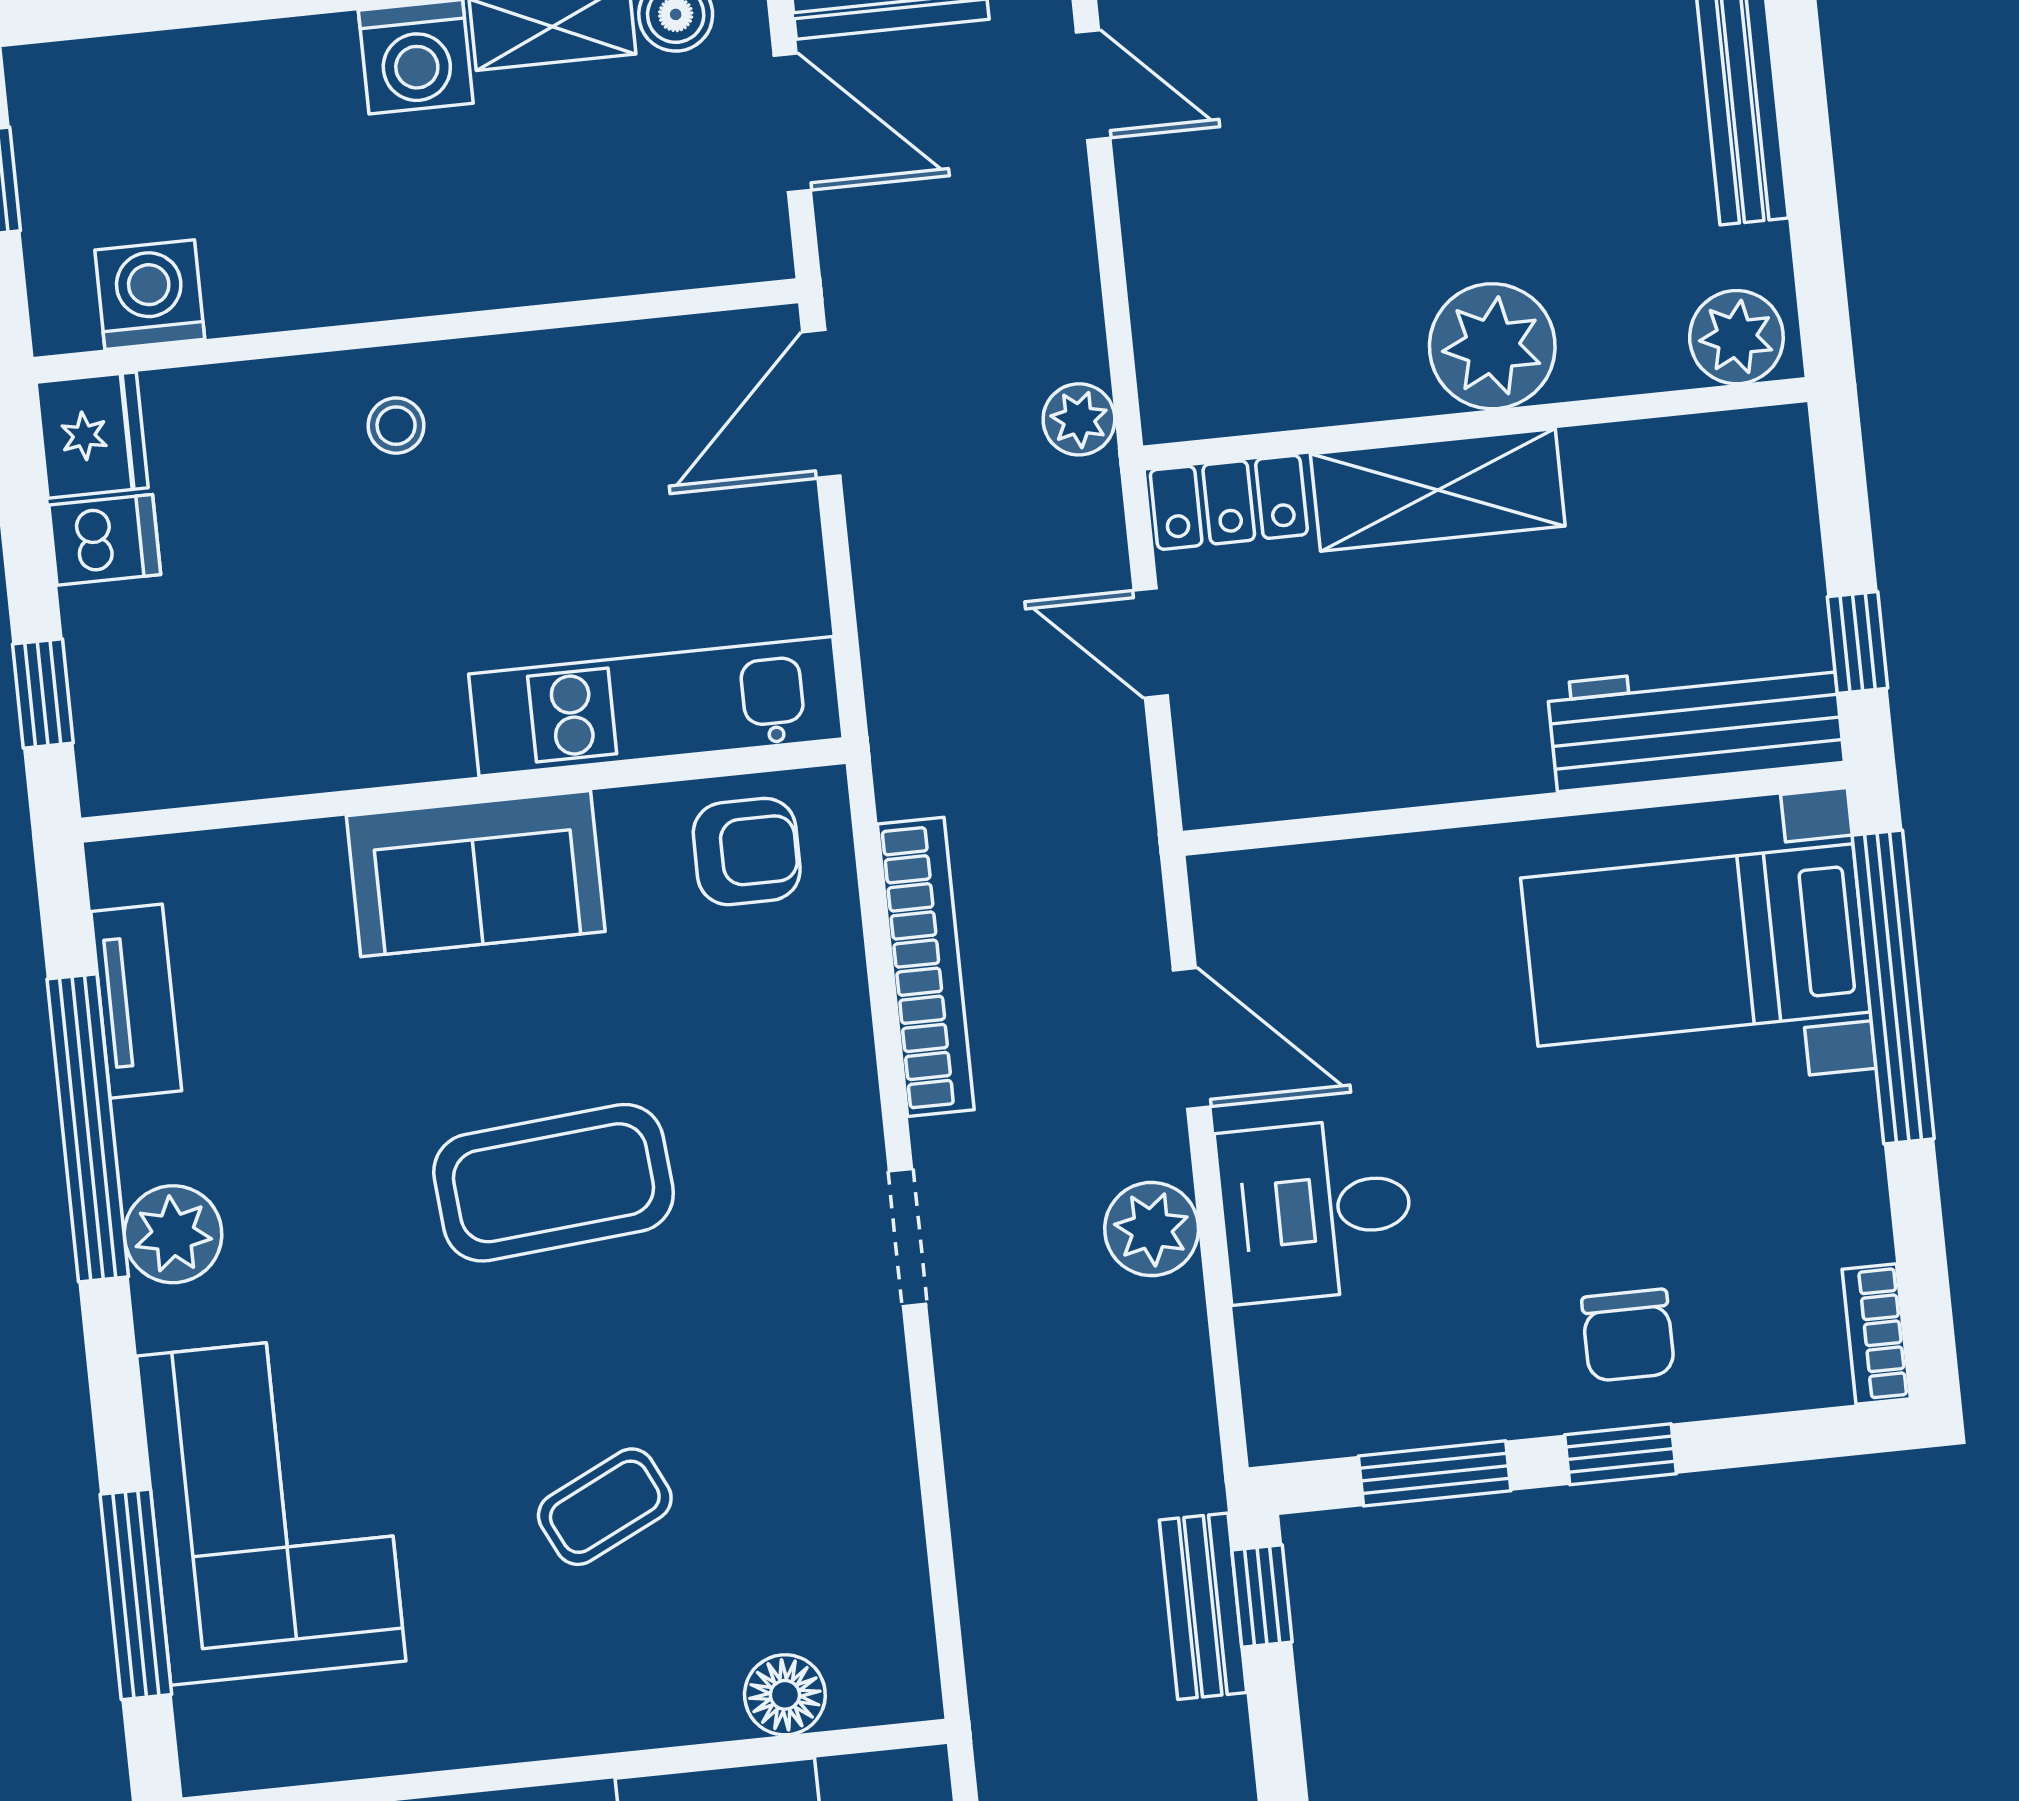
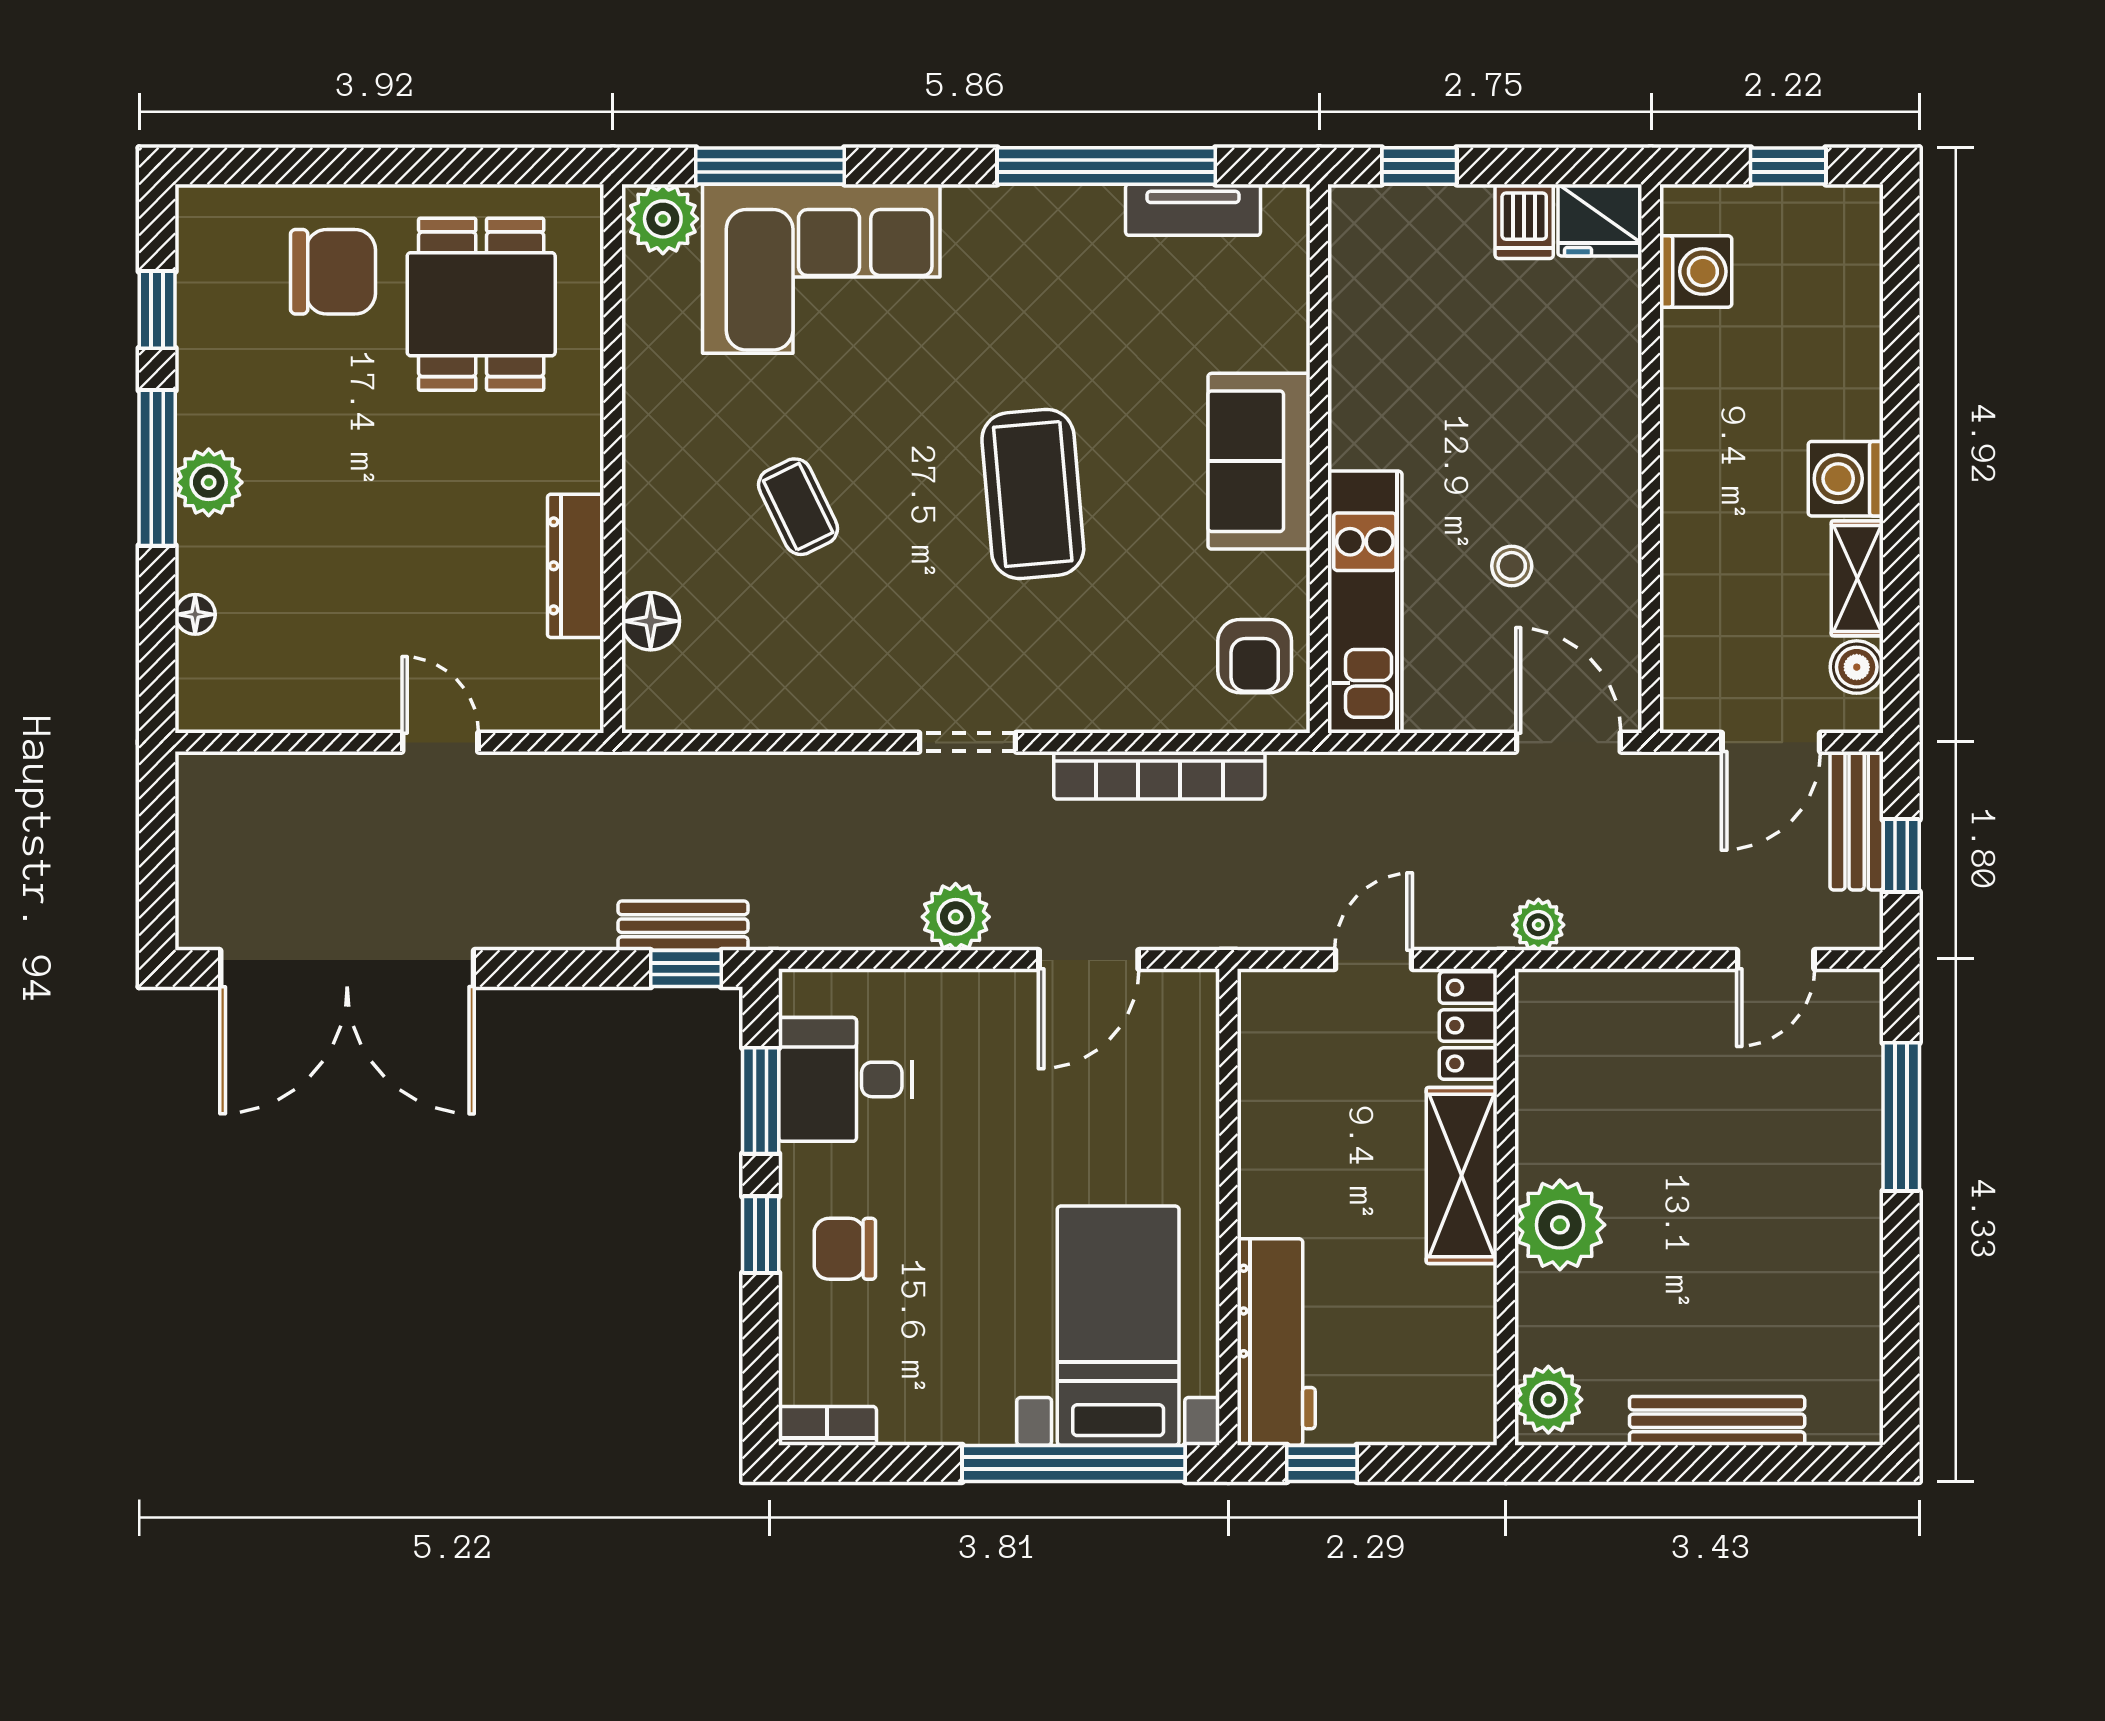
stool: (396, 426) -> (1512, 566), moved
desk: (1316, 1210) -> (846, 1079), moved, turned -90
plant: (173, 1234) -> (663, 219), moved

